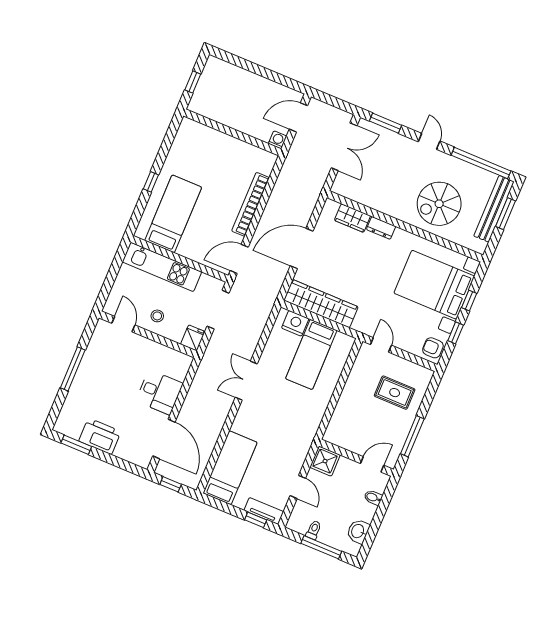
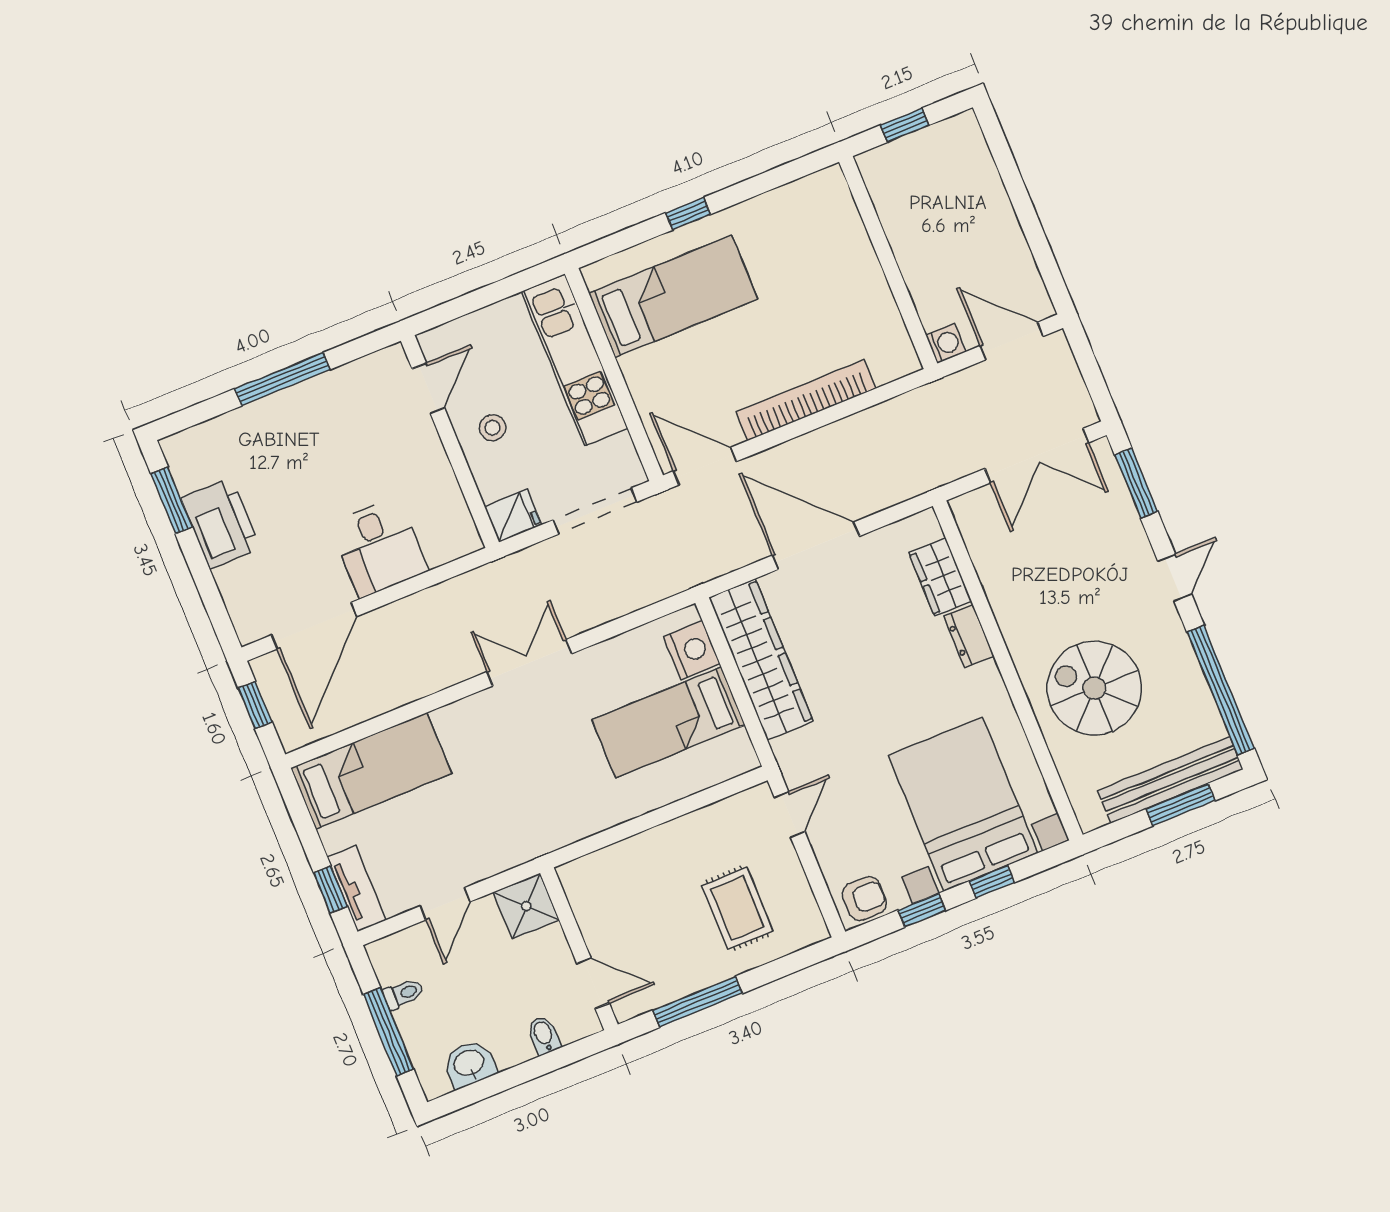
armchair: (433, 348) -> (864, 898), turned 90

